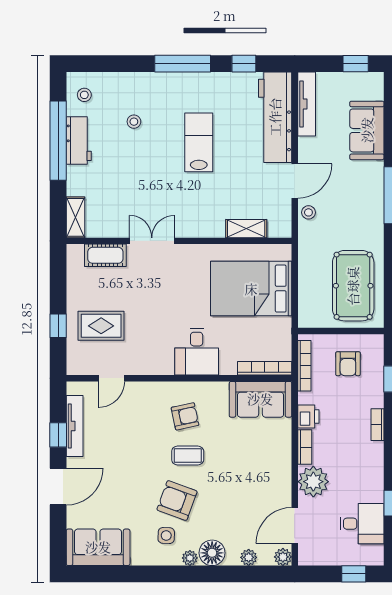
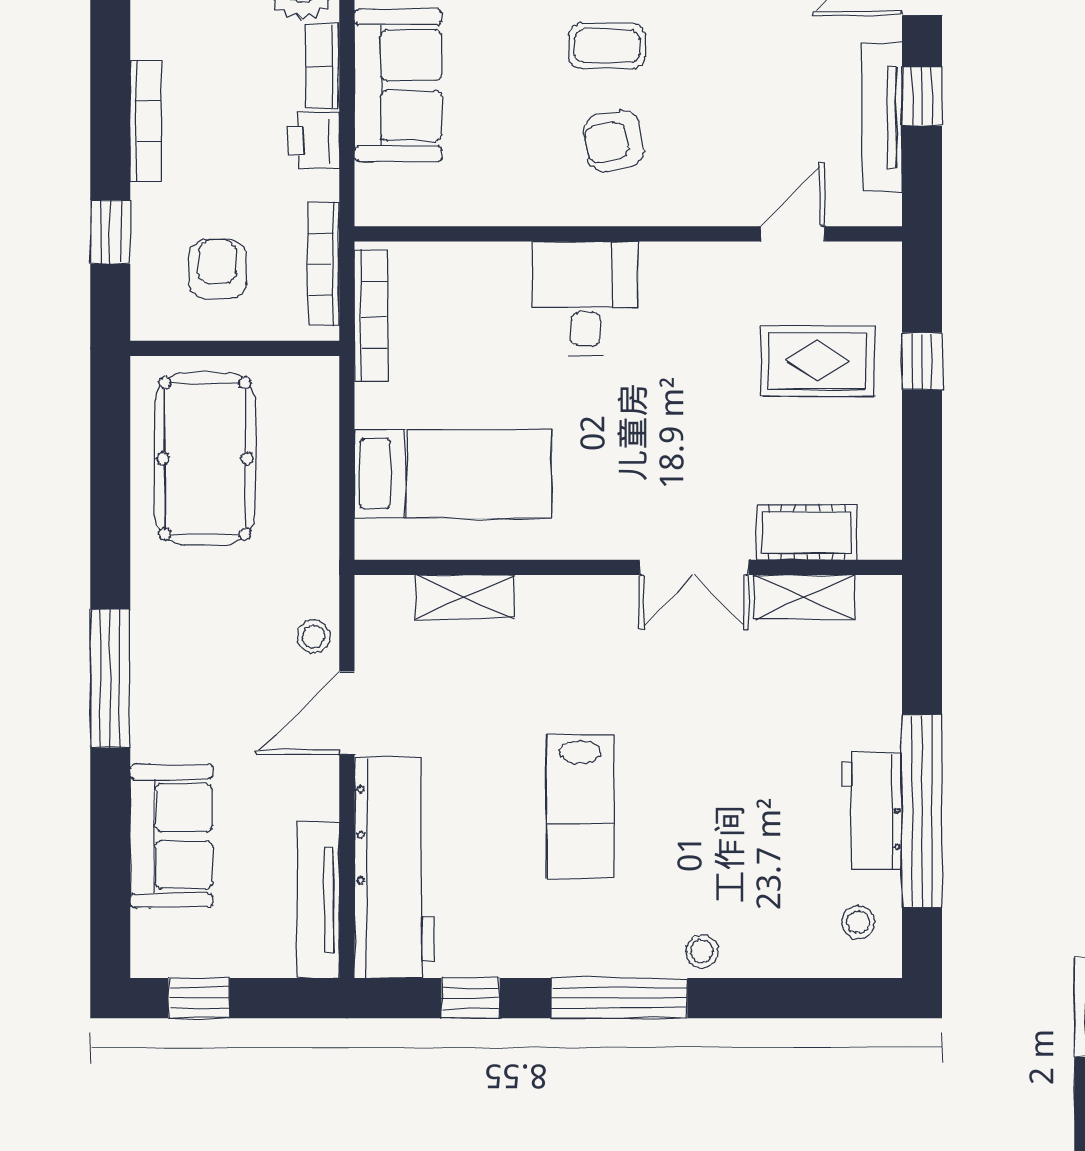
stool: (134, 122) -> (702, 951), moved
shelving: (75, 217) -> (804, 597), moved, turned 90
bed: (251, 289) -> (453, 474), width x0.67
bookcase: (265, 368) -> (371, 316), moved, turned -90
sofa: (260, 399) -> (398, 85), moved, turned 90
bookcase: (377, 425) -> (146, 121), width x1.56

